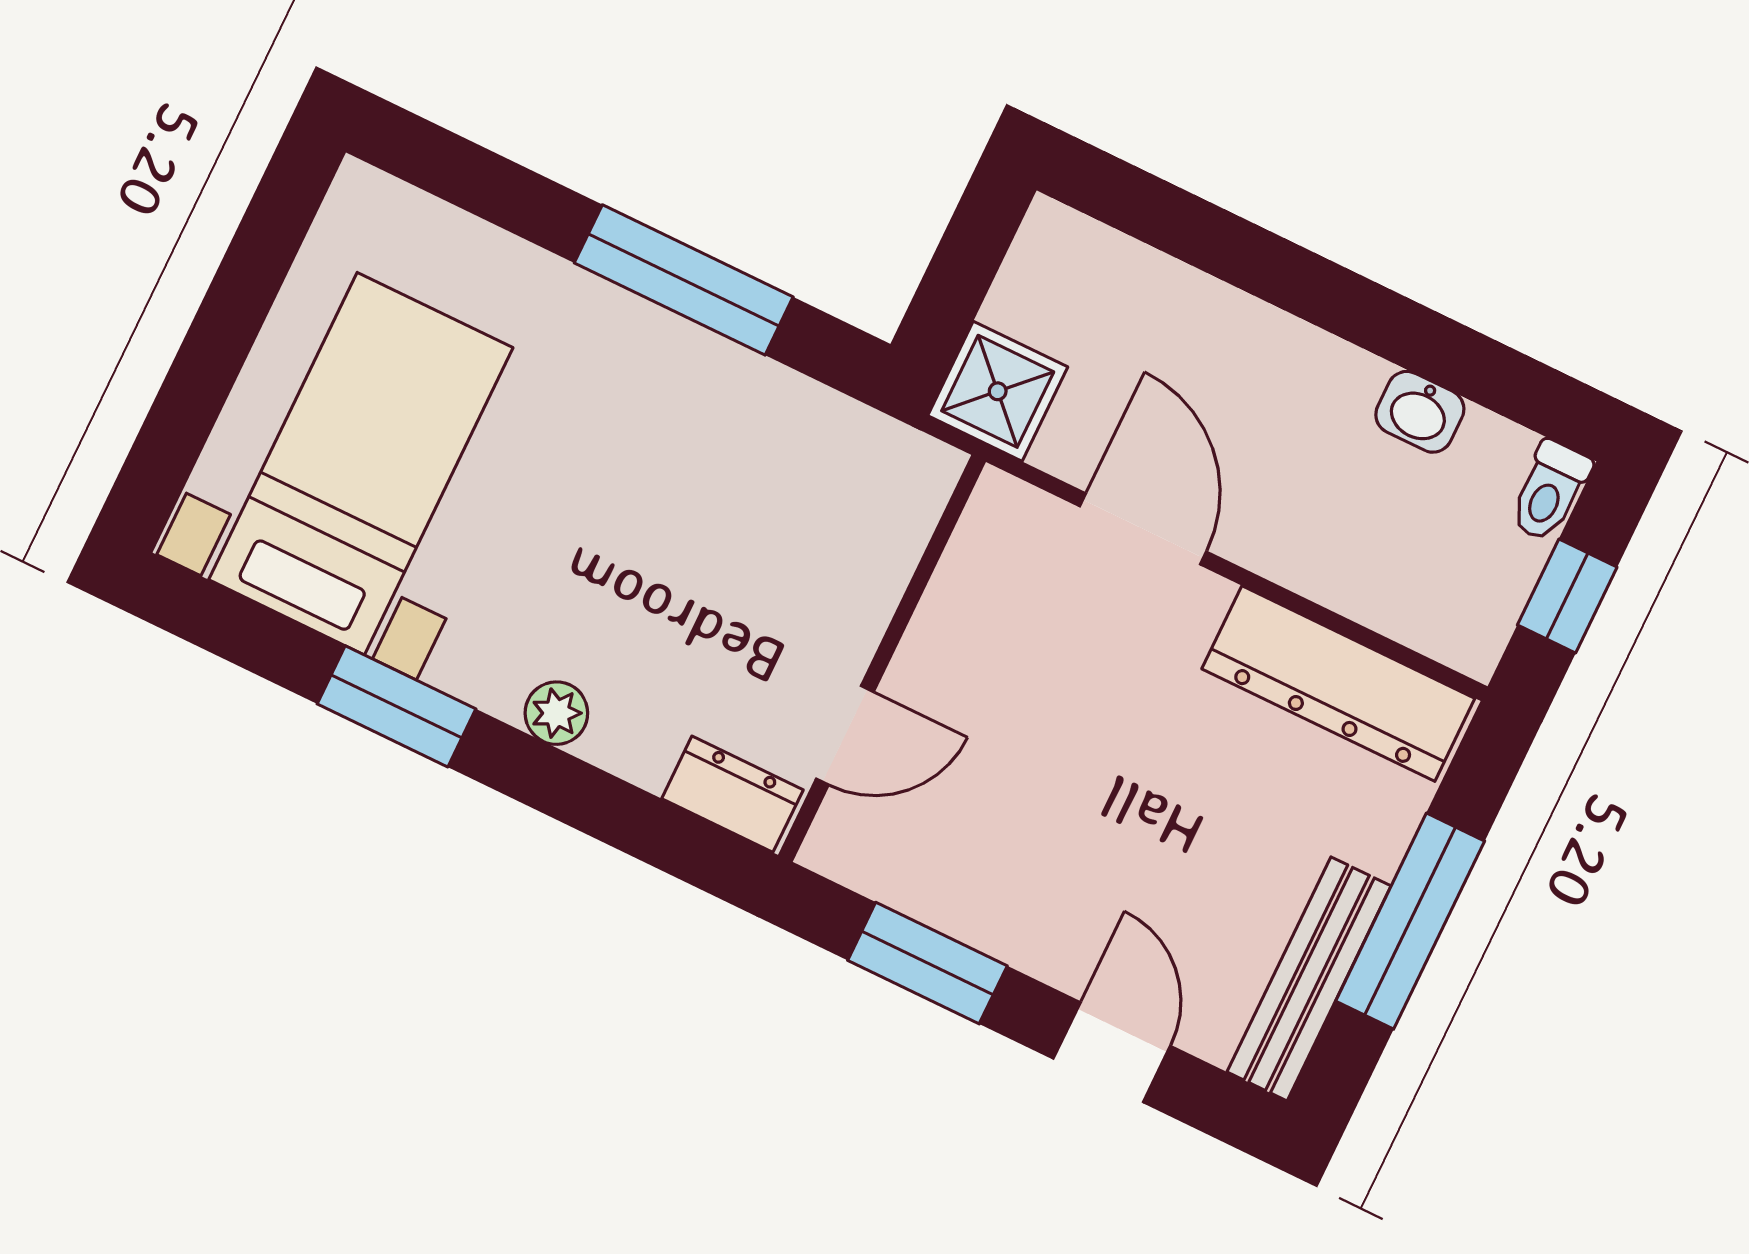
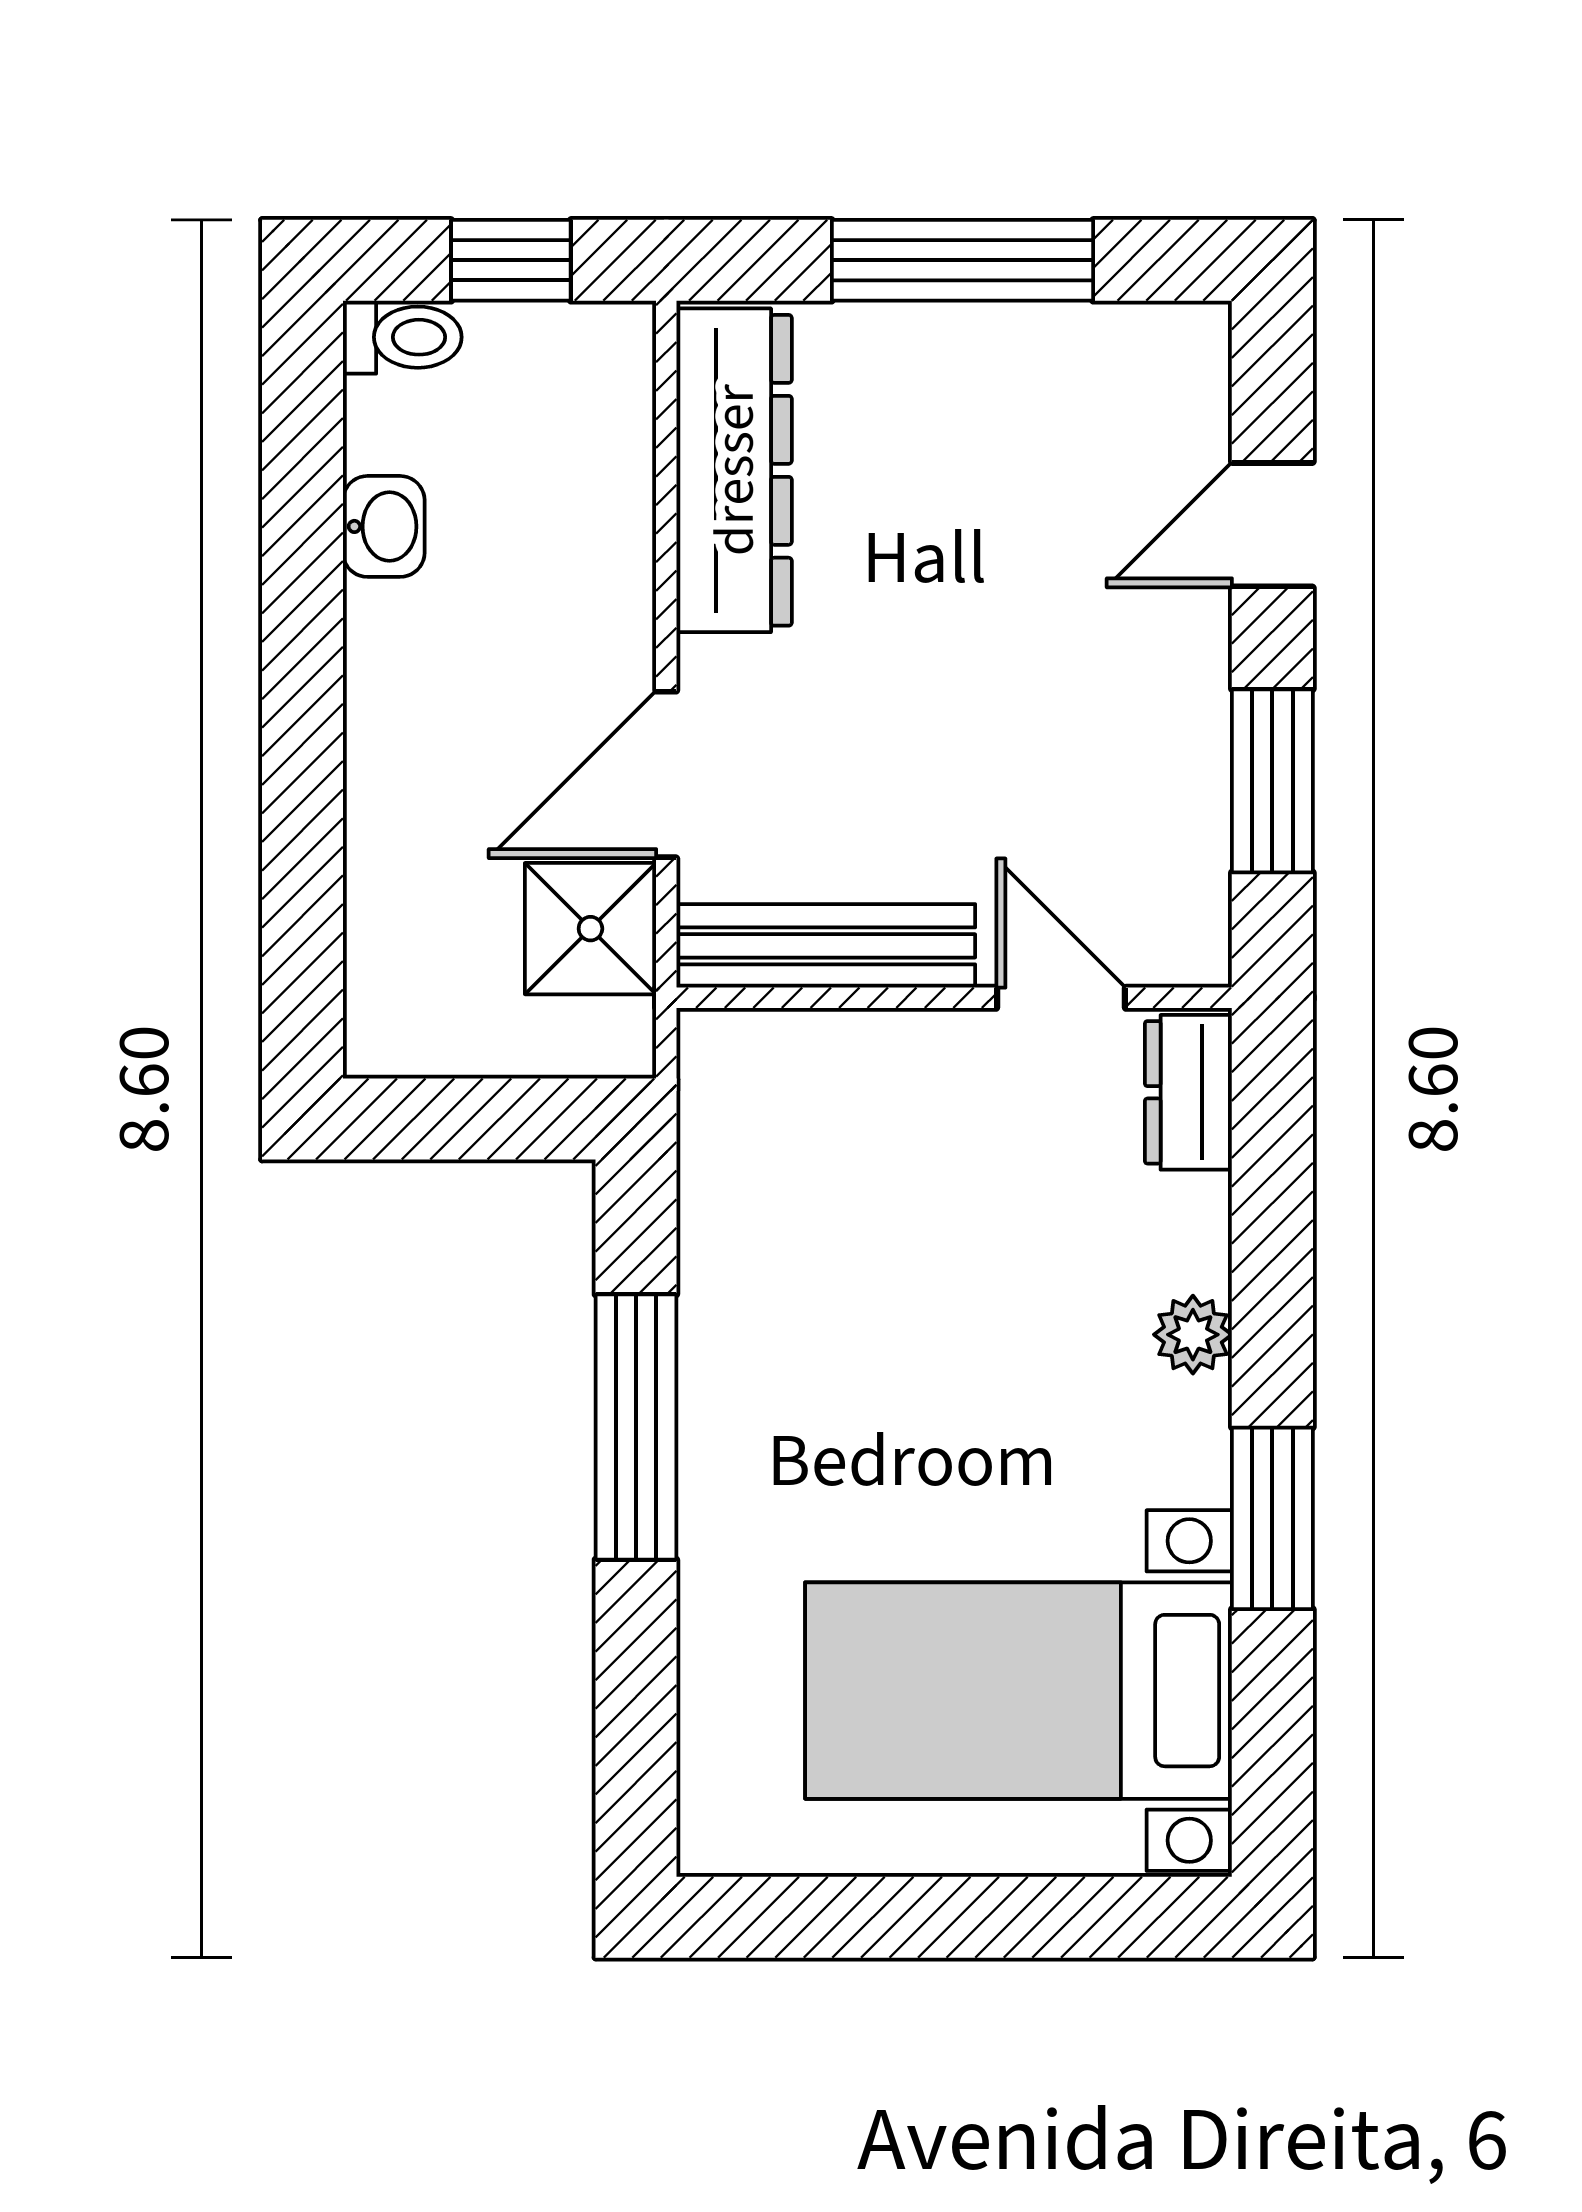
shower: (998, 391) -> (590, 929), moved
bench: (1309, 979) -> (826, 946), moved

